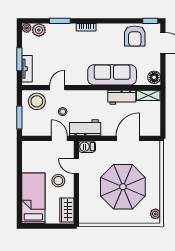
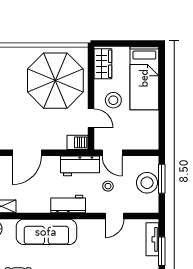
workbench: (122, 97) -> (68, 204), moved
stool: (37, 101) -> (147, 183), moved
parasol: (123, 187) -> (55, 81), moved

